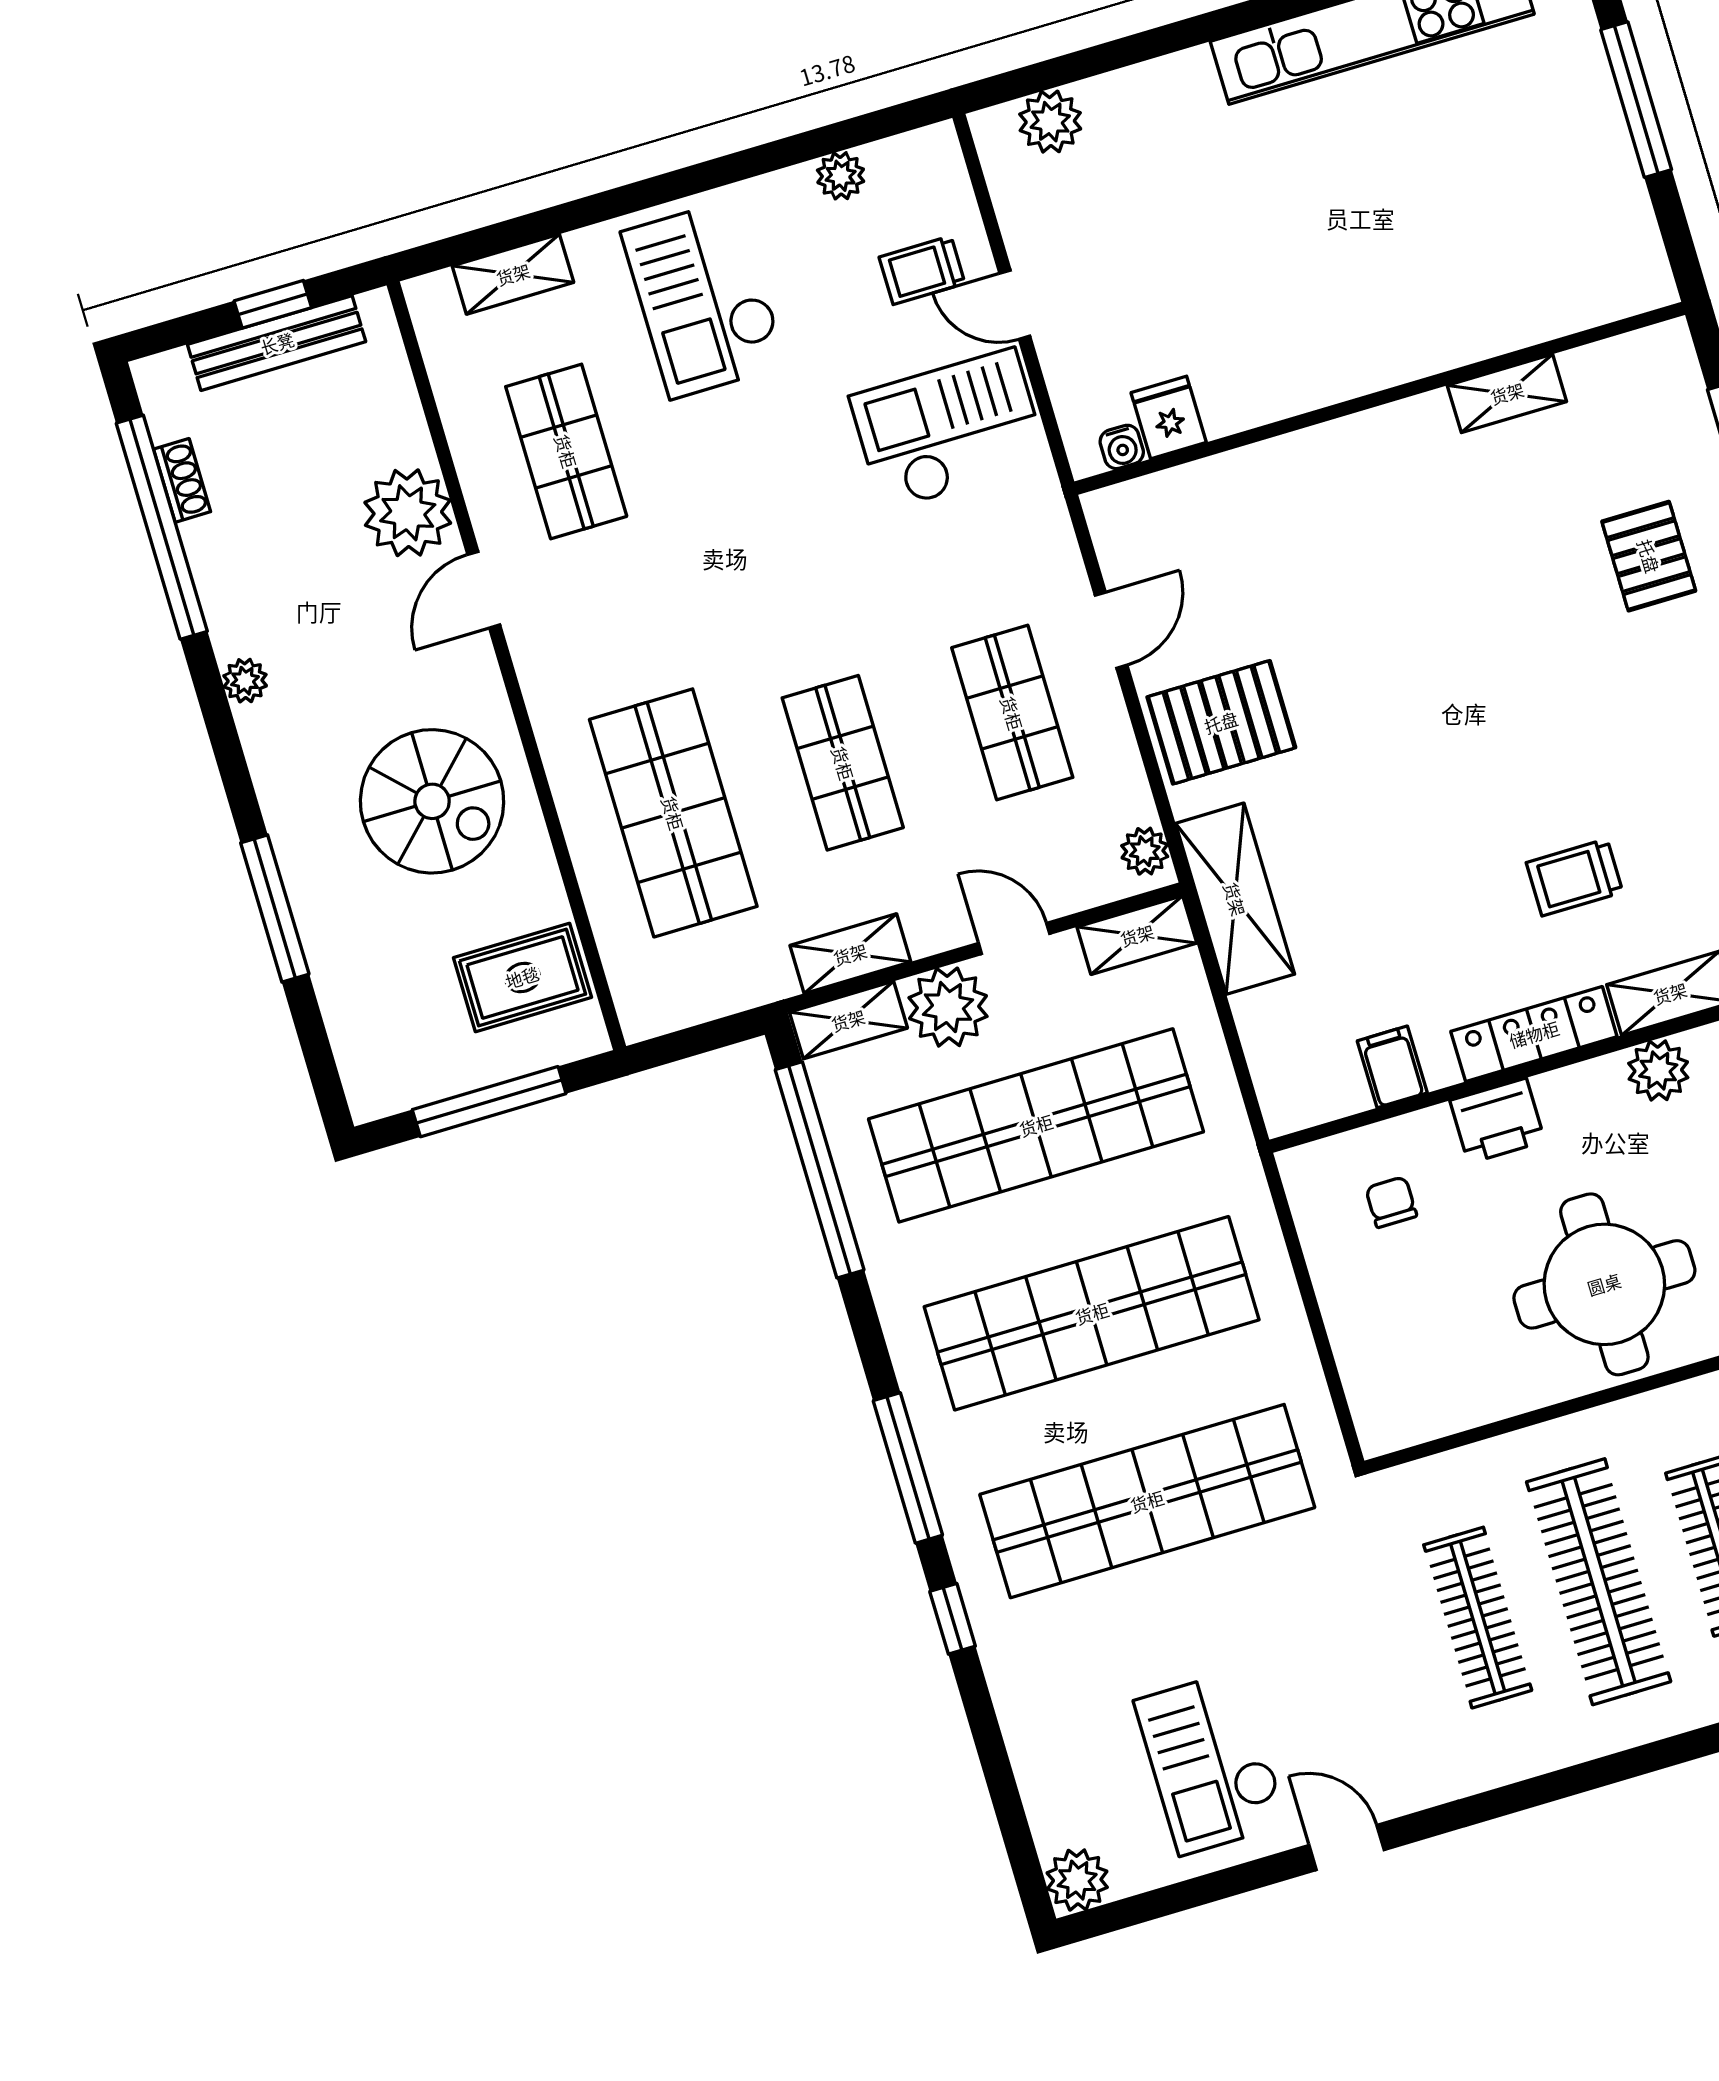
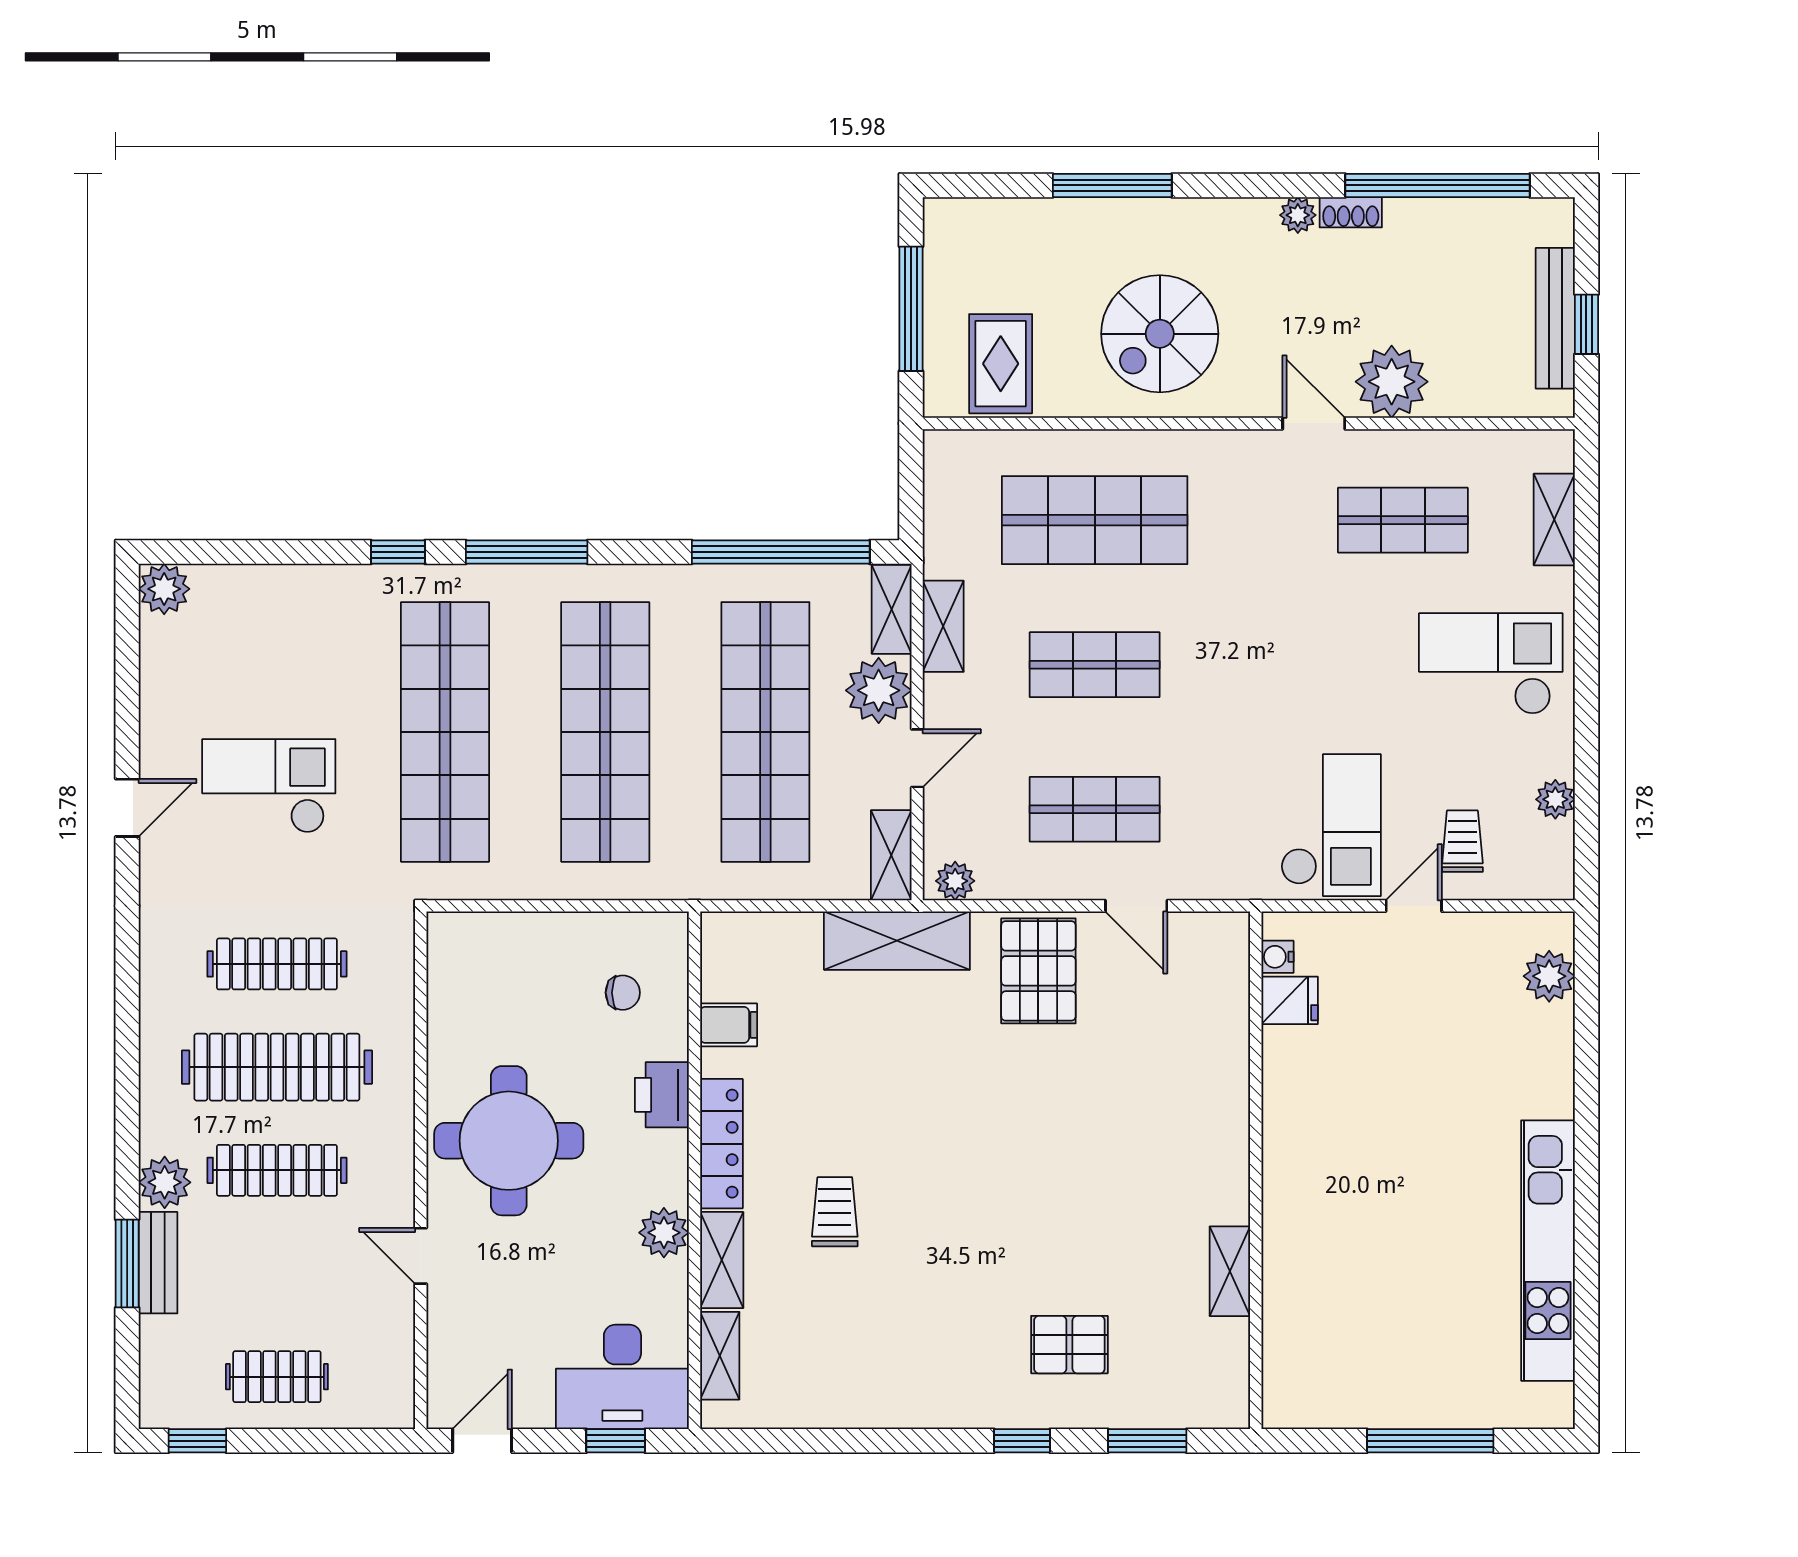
shoe rack: (182, 480) -> (1351, 212), moved
checkout: (1211, 1762) -> (269, 786), moved

